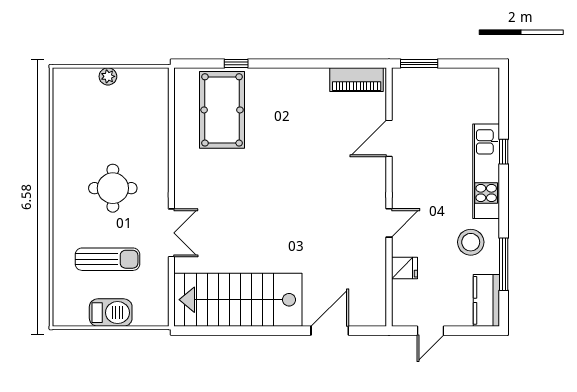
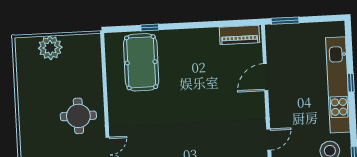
plant: (108, 76) -> (50, 48), width x1.88, depth x1.88
kitchen unit: (486, 171) -> (338, 85), width x1.36
round table: (113, 188) -> (78, 116), moved

